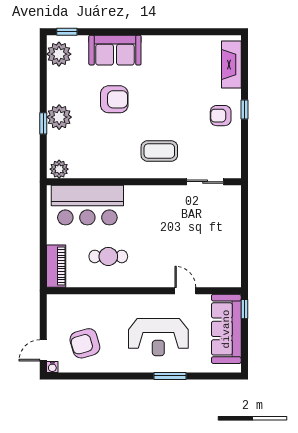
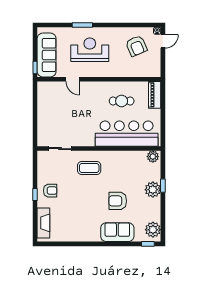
bar counter: (87, 205) -> (127, 134), width x1.36
armchair: (85, 343) -> (136, 46), turned 83

